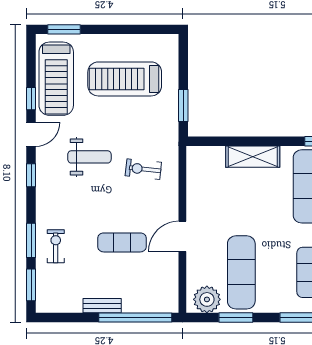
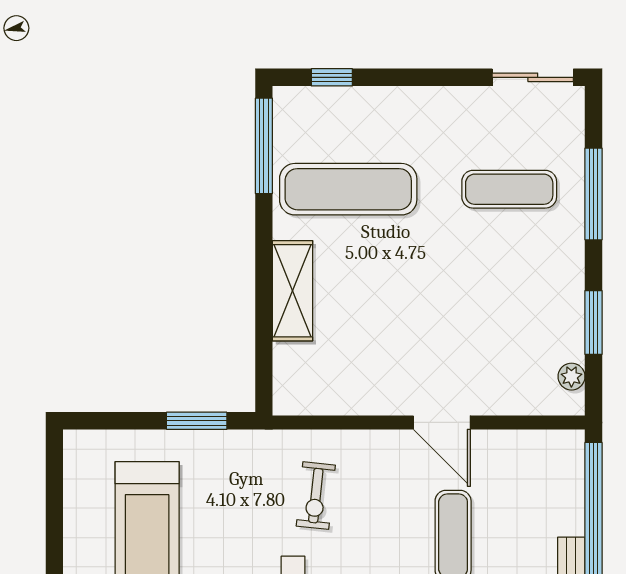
exercise mat: (241, 272) -> (509, 312), removed
plant: (207, 299) -> (571, 377), width x0.53, depth x0.53

